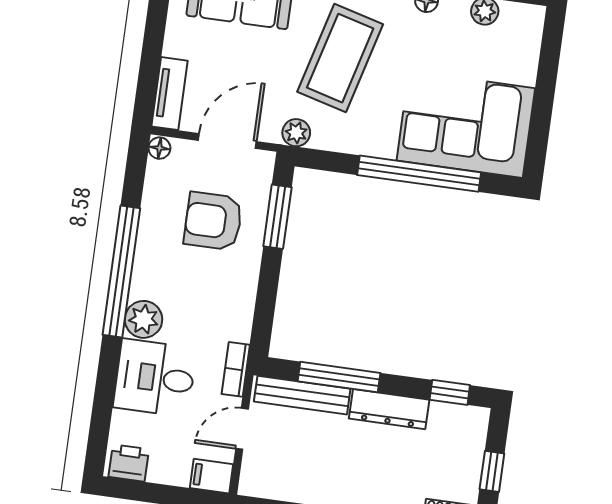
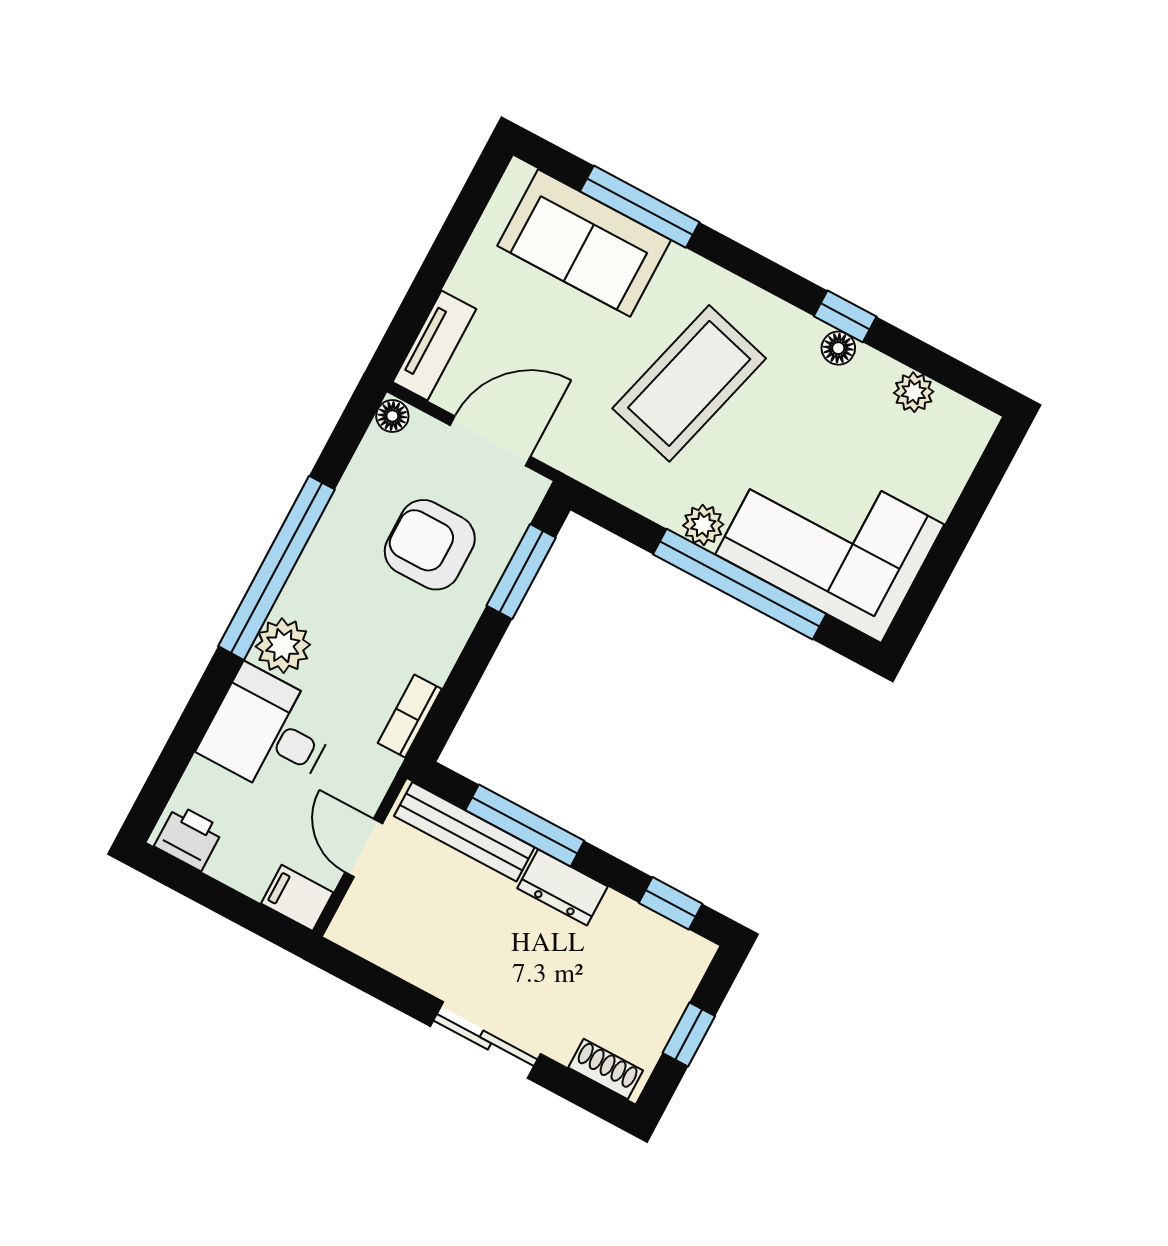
plant: (296, 133) -> (703, 525), moved
bookcase: (236, 369) -> (410, 716), moved
dresser: (389, 409) -> (563, 887), width x0.70
door: (242, 429) -> (364, 848), hinge flipped

